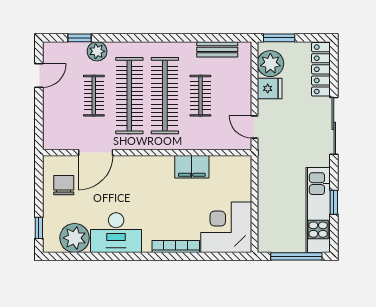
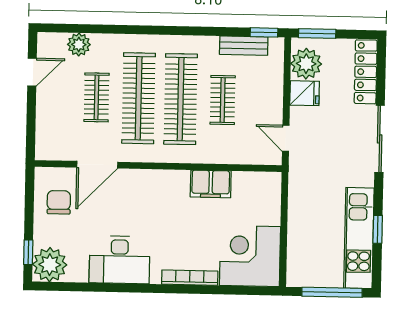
window: (79, 38) -> (264, 32), moved
plant: (97, 51) -> (79, 45), moved
plant: (75, 238) -> (50, 265), moved

